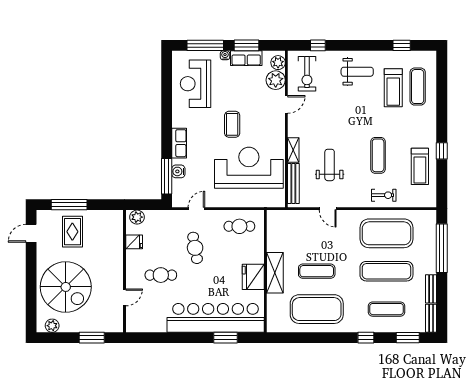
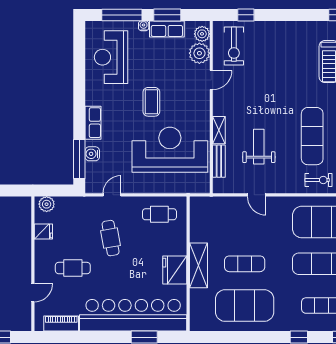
weight bench: (357, 72) -> (289, 44), removed
exercise mat: (378, 155) -> (312, 136), width x1.36, depth x1.45
bench: (293, 184) -> (219, 161), width x0.73
piano: (150, 325) -> (61, 324), added

